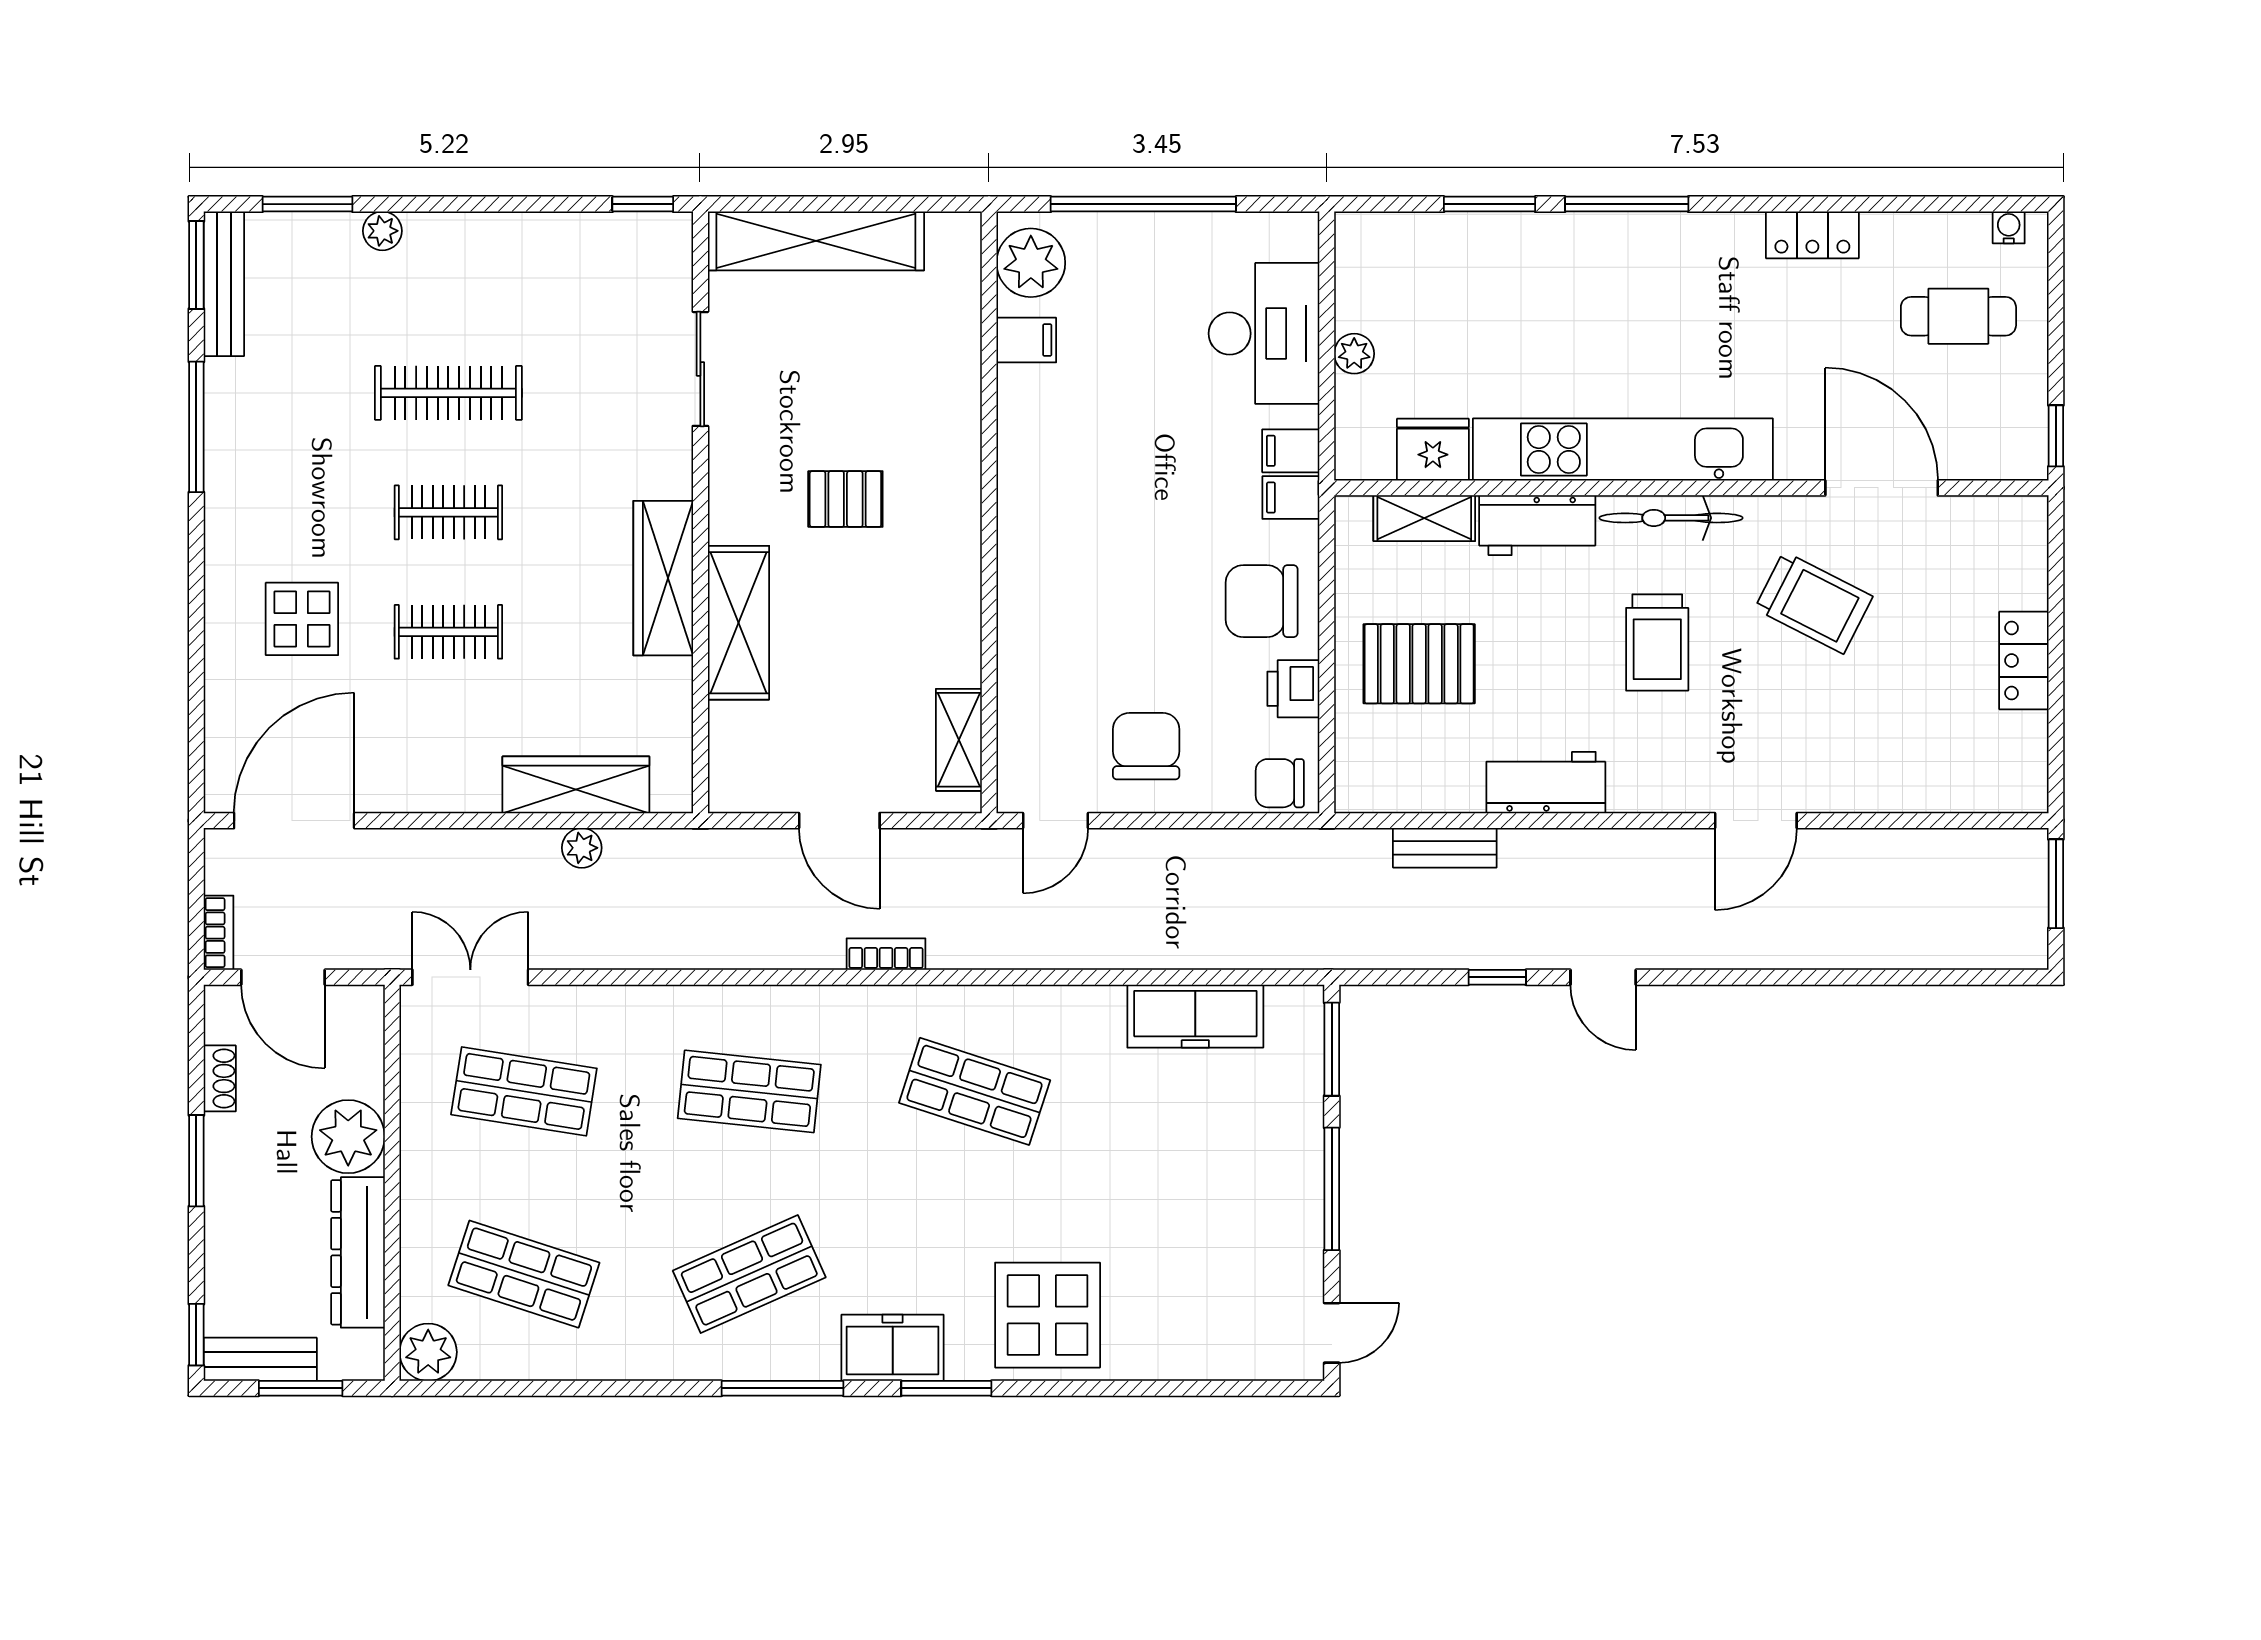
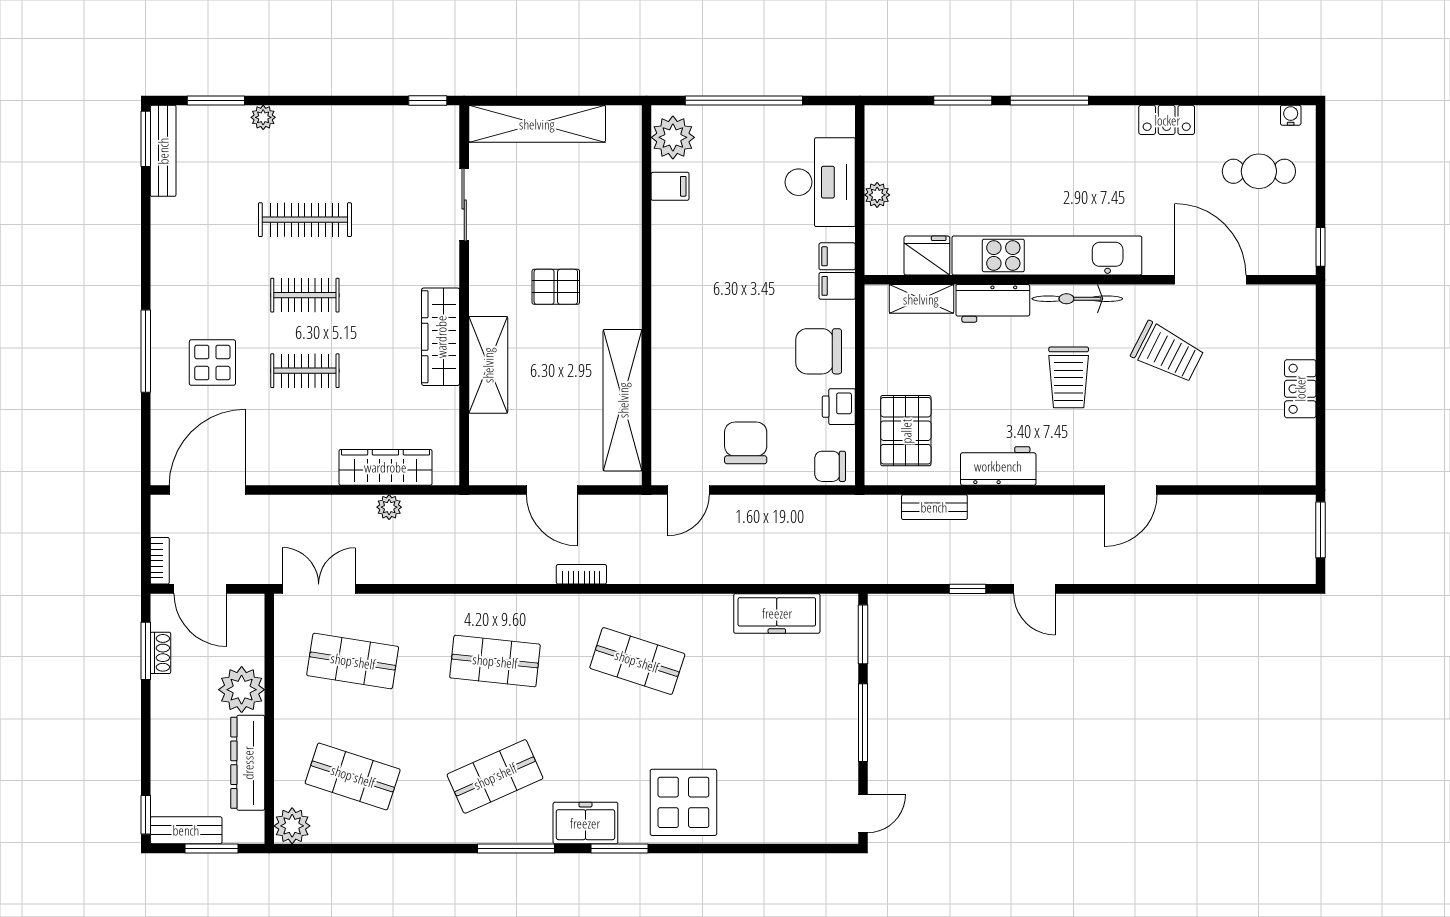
window: (196, 427) -> (146, 351), moved
pallet: (1419, 664) -> (906, 431), moved, turned 90
shelving: (959, 740) -> (623, 400), width x2.20, depth x1.33
window: (196, 1161) -> (146, 651), moved

